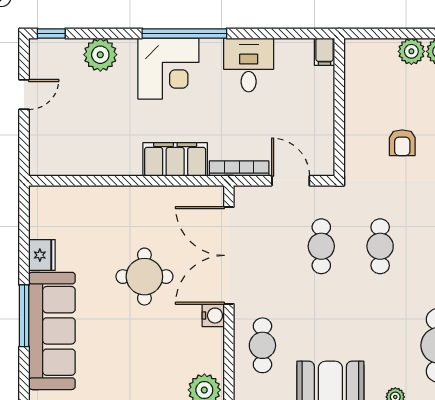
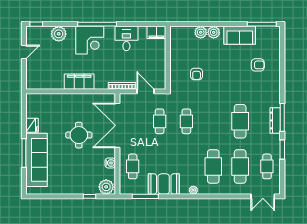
filing cabinet: (325, 52) -> (156, 32), width x2.00
filing cabinet: (175, 159) -> (79, 82), moved
water cooler: (213, 316) -> (110, 163), moved

